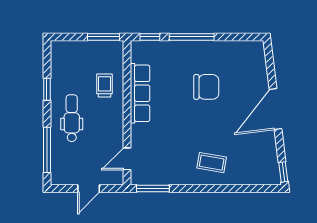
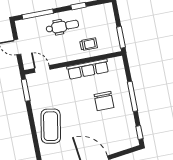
window: (150, 37) -> (139, 132), moved
chair: (206, 87) -> (104, 101), moved
coffee table: (212, 163) -> (51, 126), width x1.86, depth x1.72

